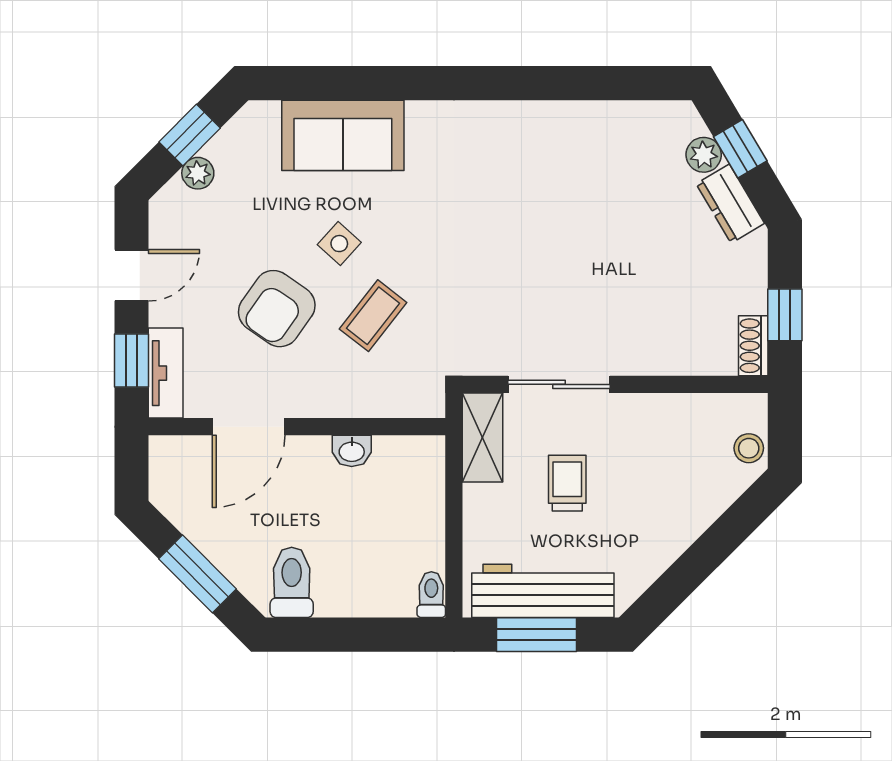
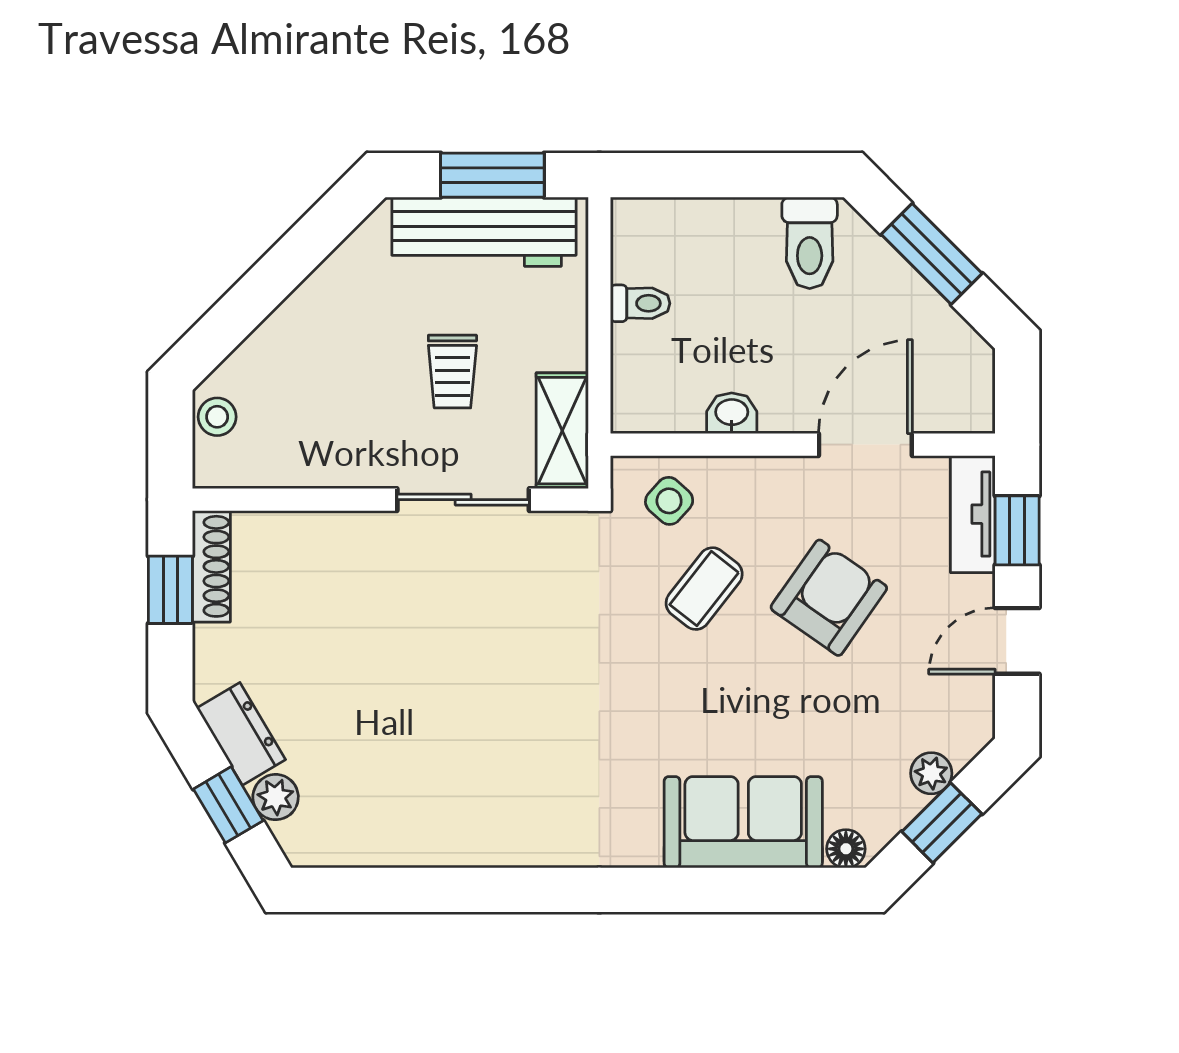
floor lamp: (264, 115) -> (846, 849), added
side table: (339, 244) -> (669, 501), moved
shoe rack: (753, 346) -> (211, 566), width x1.43
toilet: (431, 595) -> (640, 303), moved, turned -90

